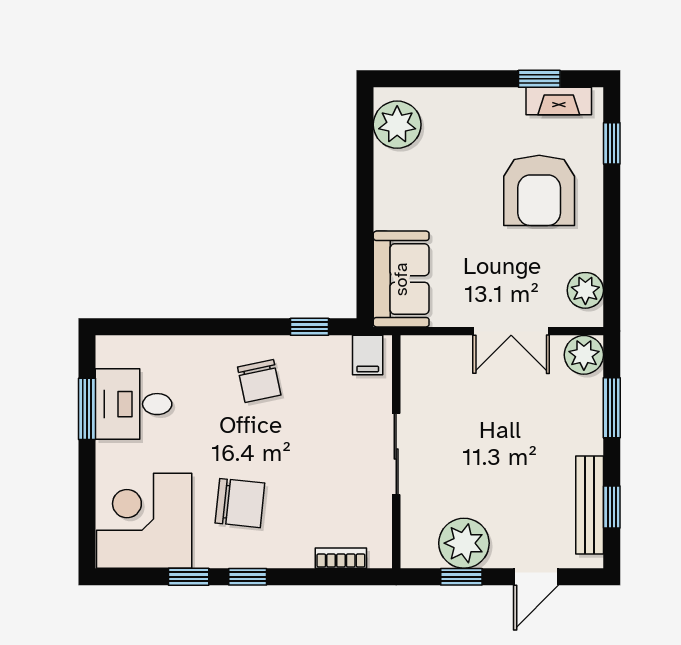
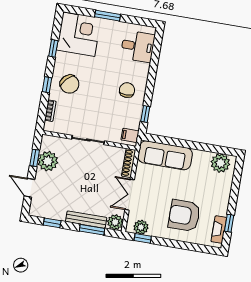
window: (612, 143) -> (143, 238), moved
sofa: (401, 279) -> (165, 155), width x1.36
shoe rack: (435, 347) -> (129, 163), added
chair: (259, 381) -> (127, 90), turned 102
desk: (134, 404) -> (138, 46), moved, turned 90
window: (87, 409) -> (108, 16), moved
chair: (240, 503) -> (70, 84), moved, turned -52
bench: (590, 505) -> (86, 220), moved
window: (248, 577) -> (47, 85), moved

